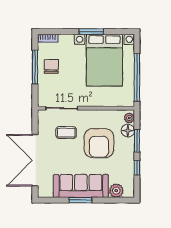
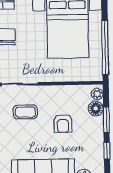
armchair: (99, 143) -> (63, 123), width x0.53, depth x0.53

